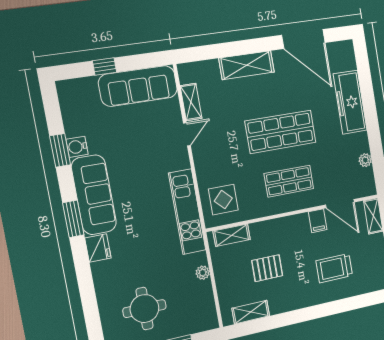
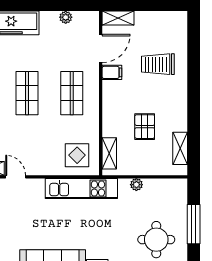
shop shelf: (281, 132) -> (27, 93), width x0.70, depth x0.74
trolley: (334, 268) -> (158, 64), turned 90

